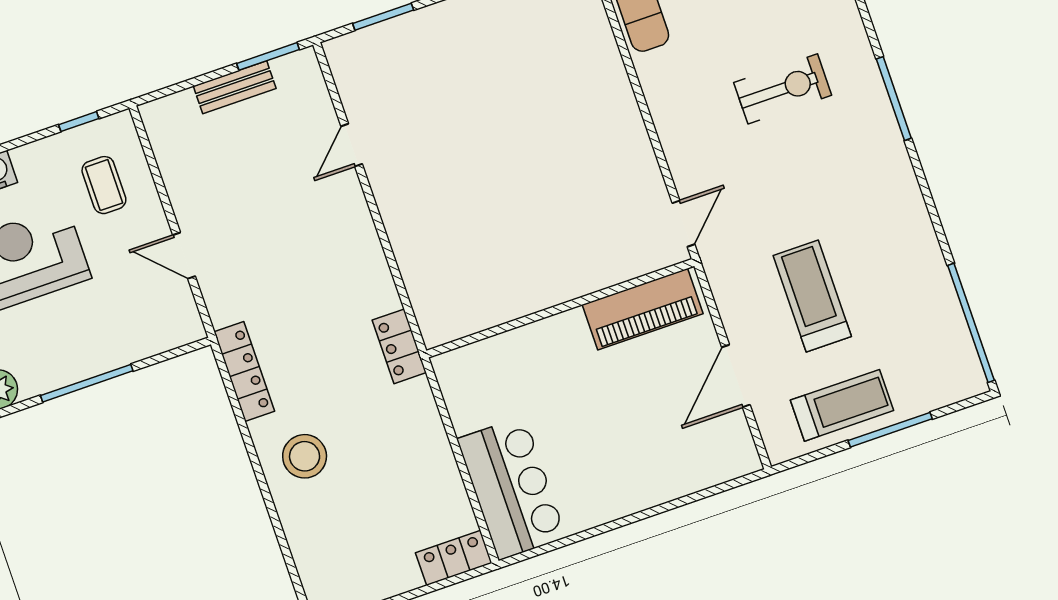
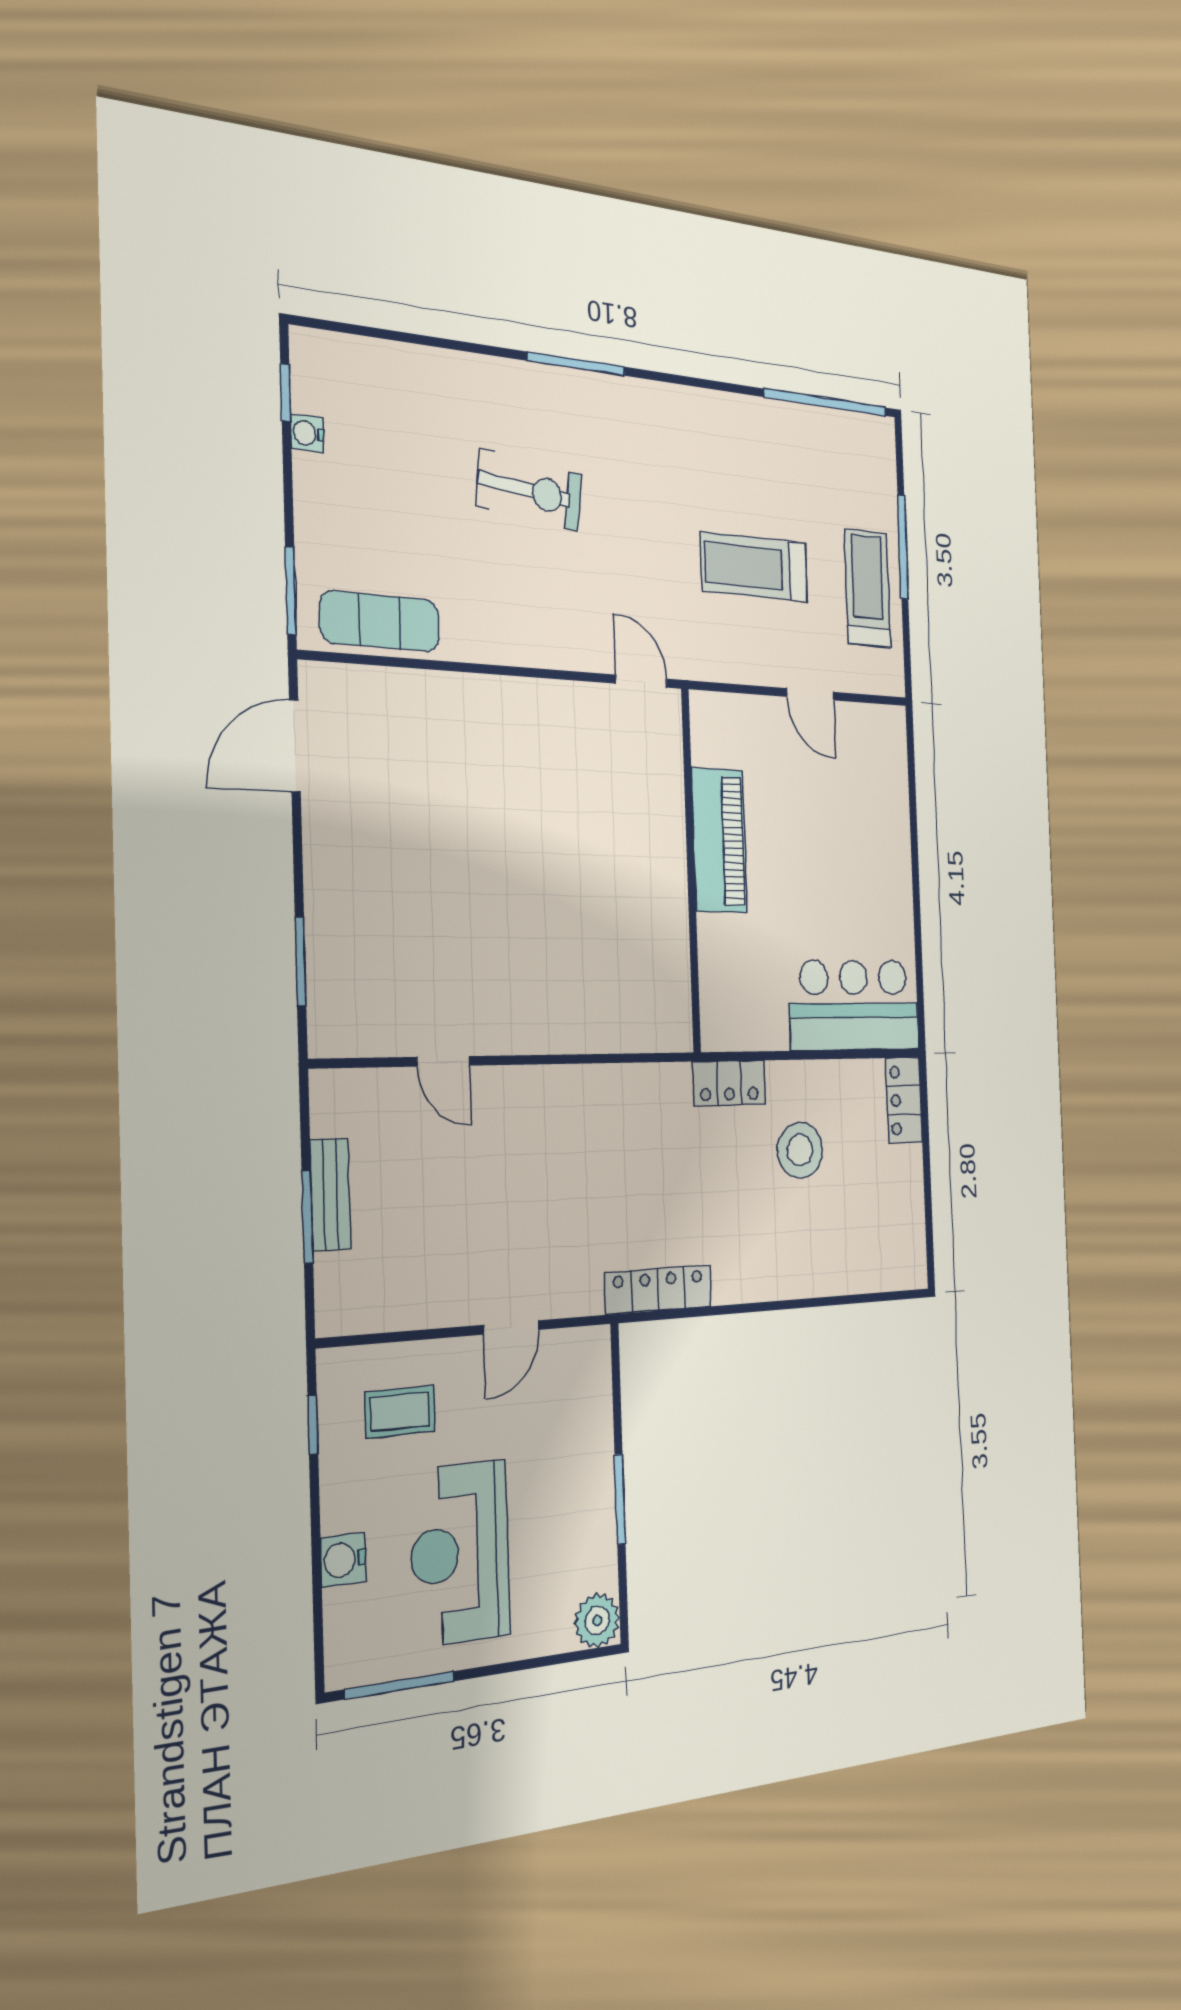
window: (268, 56) -> (307, 1217), moved
exercise bike: (783, 89) -> (529, 490), turned 97
piano: (643, 309) -> (719, 841), moved
locker: (399, 346) -> (729, 1083), moved
door: (736, 376) -> (810, 694), width x0.73
window: (87, 383) -> (620, 1499), width x0.69
stool: (305, 456) -> (800, 1150), moved

